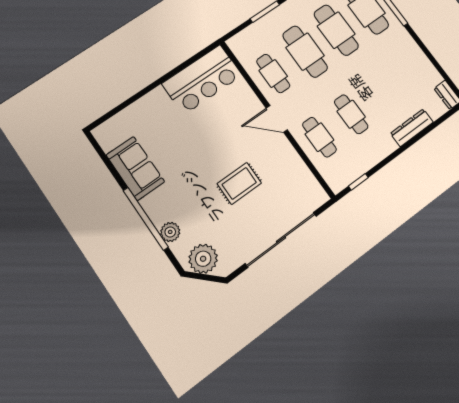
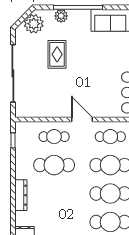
cafe table: (351, 114) -> (54, 165), width x1.37, depth x1.35
door: (277, 119) -> (82, 119), hinge flipped
rug: (239, 183) -> (57, 54), moved

